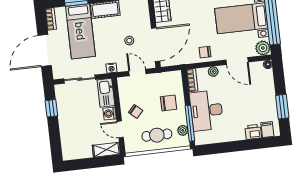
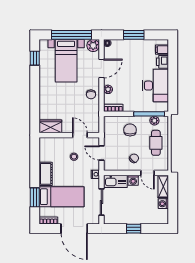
door: (156, 45) -> (80, 135), width x0.53
door: (137, 72) -> (101, 153), hinge flipped
window: (282, 107) -> (134, 35), moved
window: (51, 108) -> (134, 229), moved
desk: (206, 111) -> (155, 86), moved, turned -90
door: (120, 129) -> (148, 173), hinge flipped
washing machine: (86, 152) -> (163, 204), added

